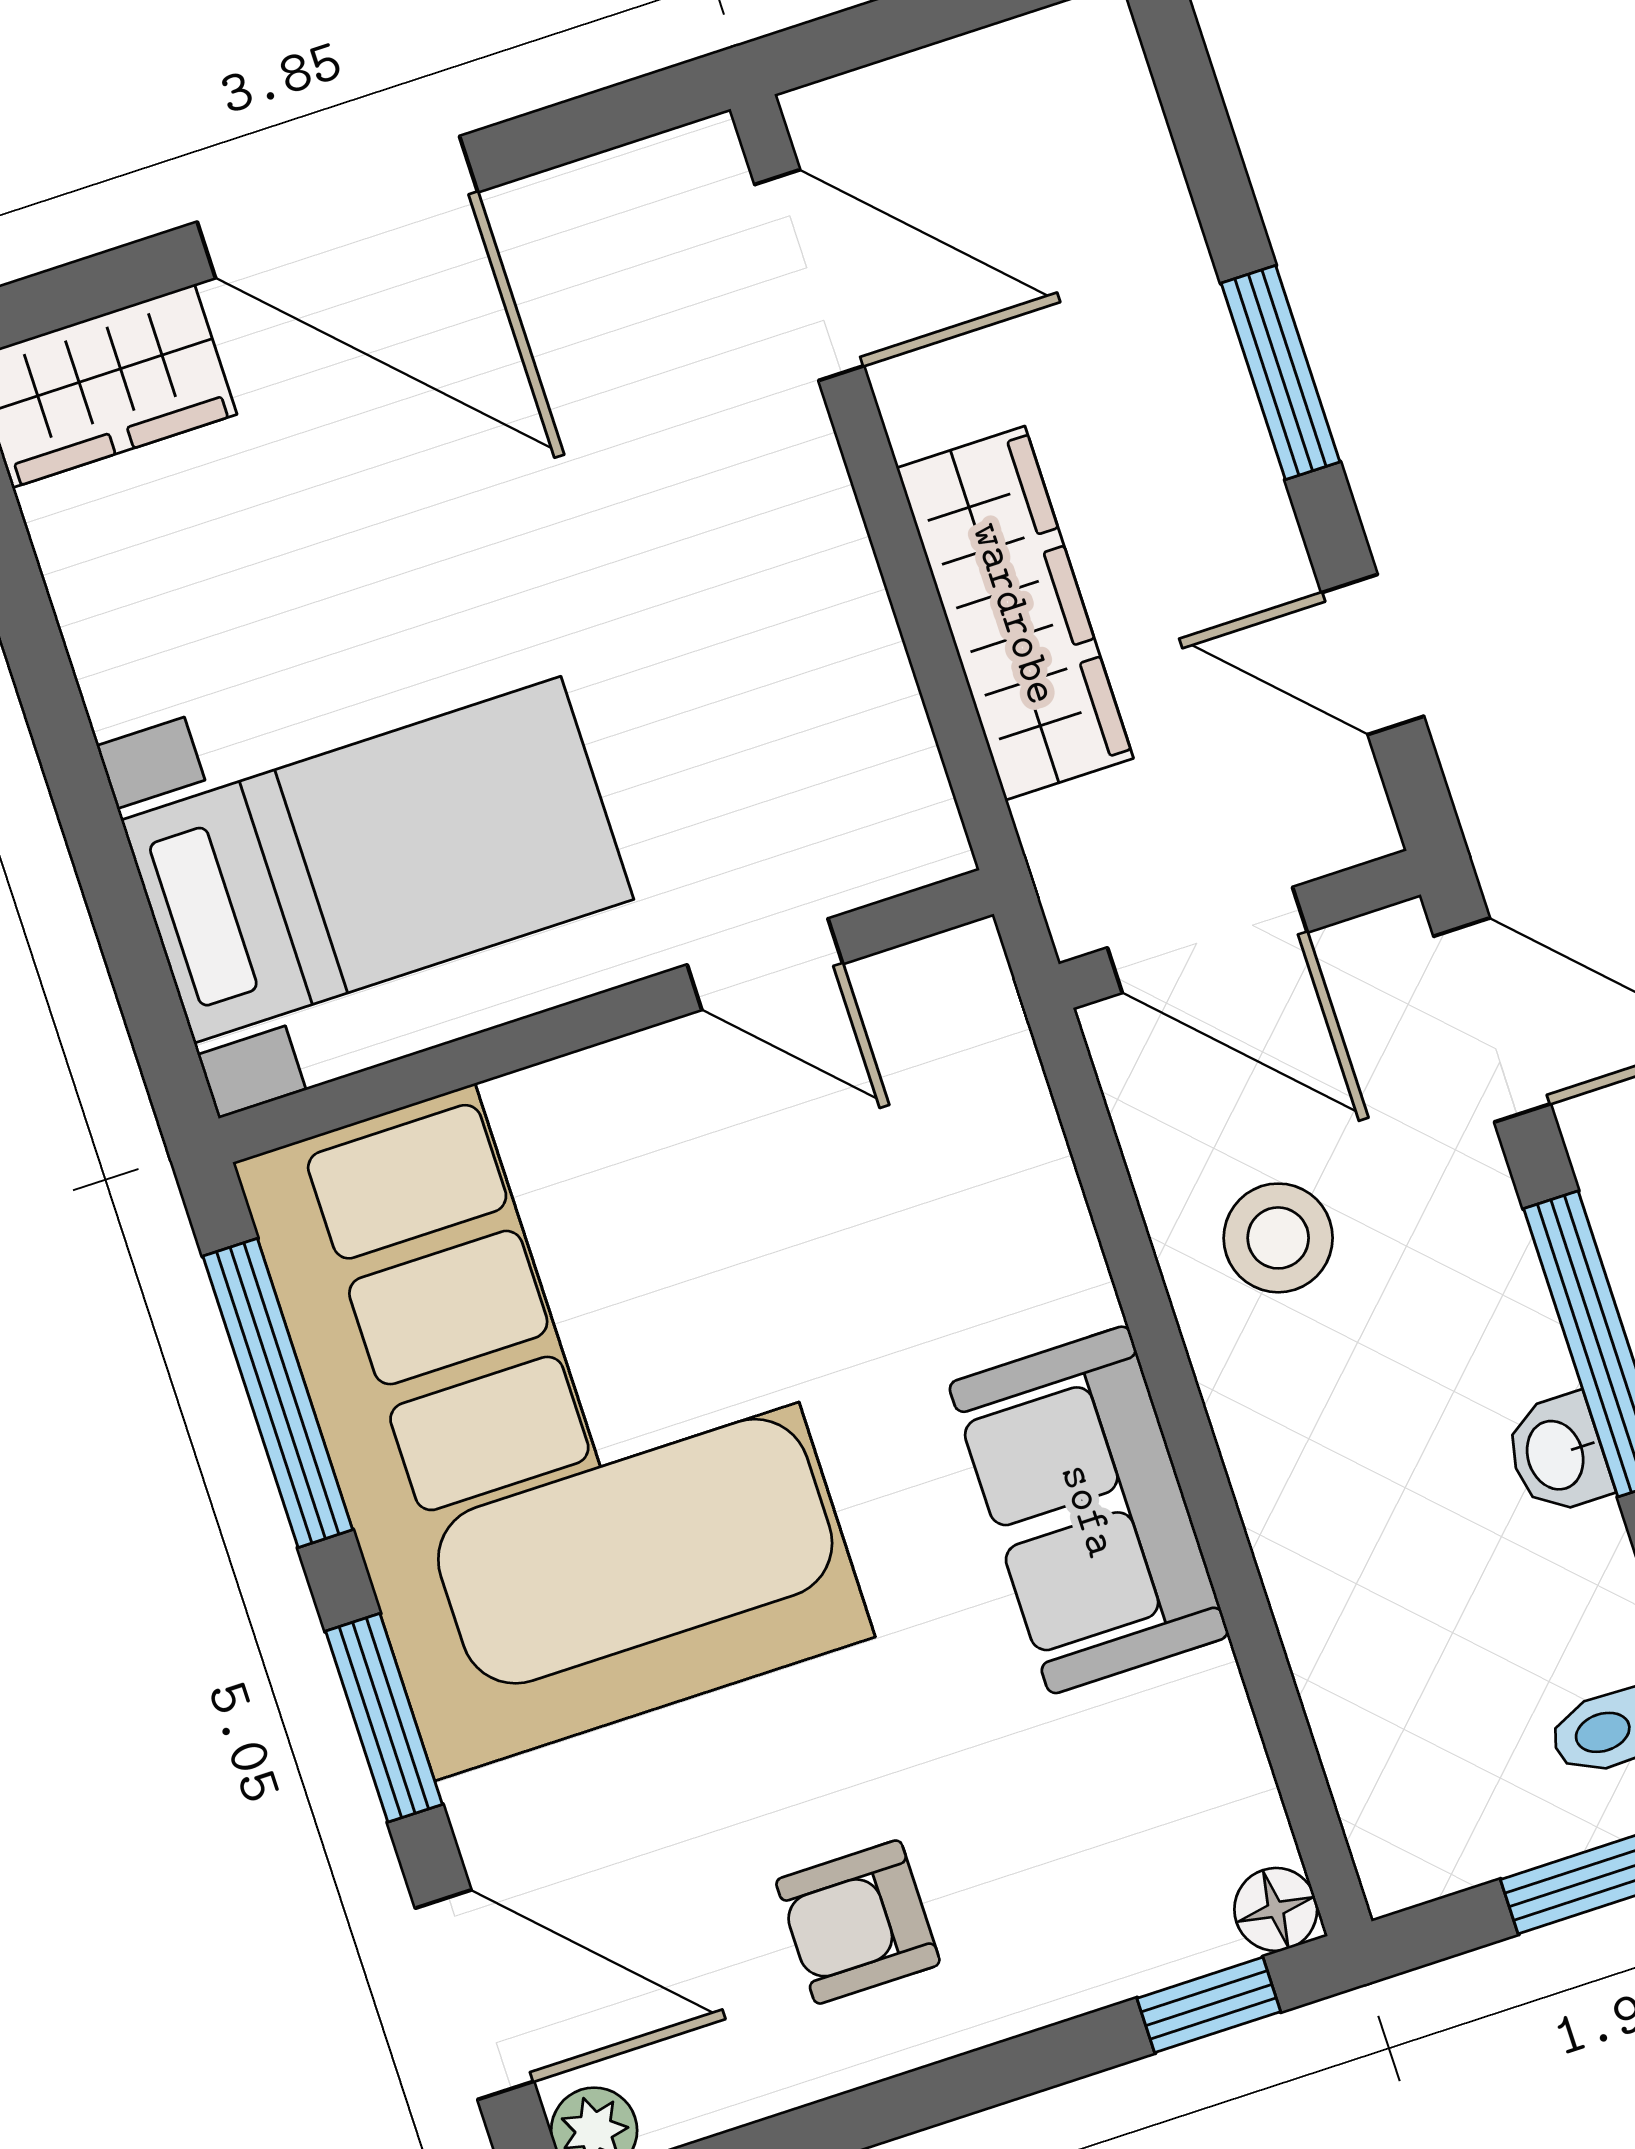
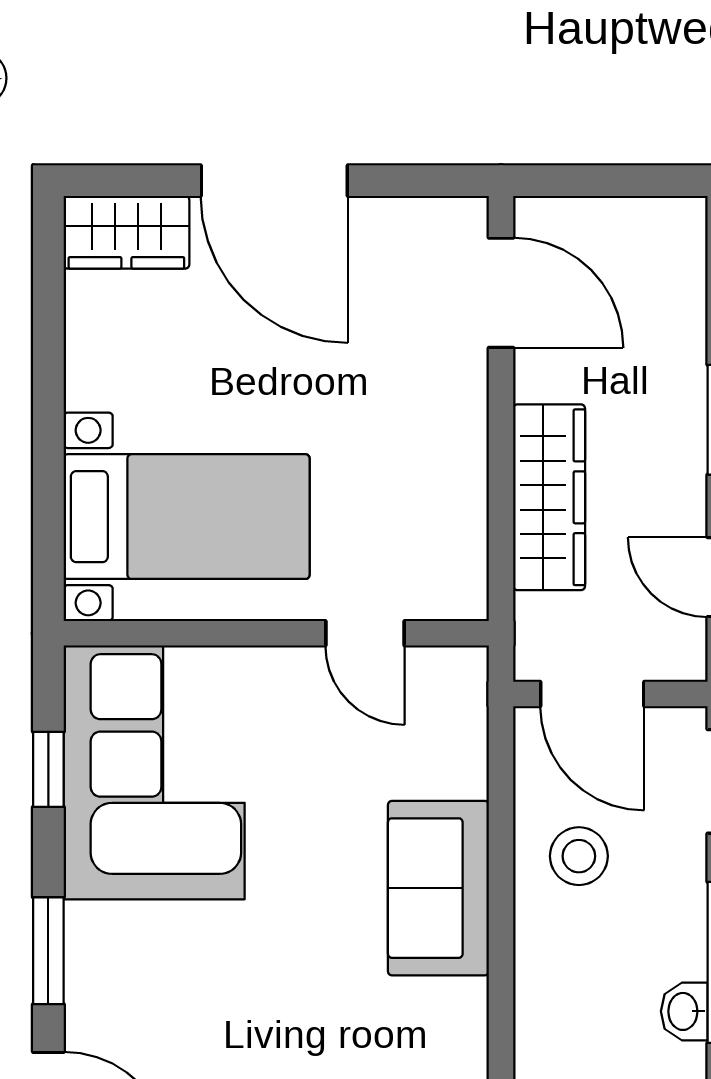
window: (278, 1393) -> (48, 769), width x0.46
corner sofa: (554, 1400) -> (154, 772), width x0.73, depth x0.74
sofa: (1089, 1510) -> (438, 888), moved

